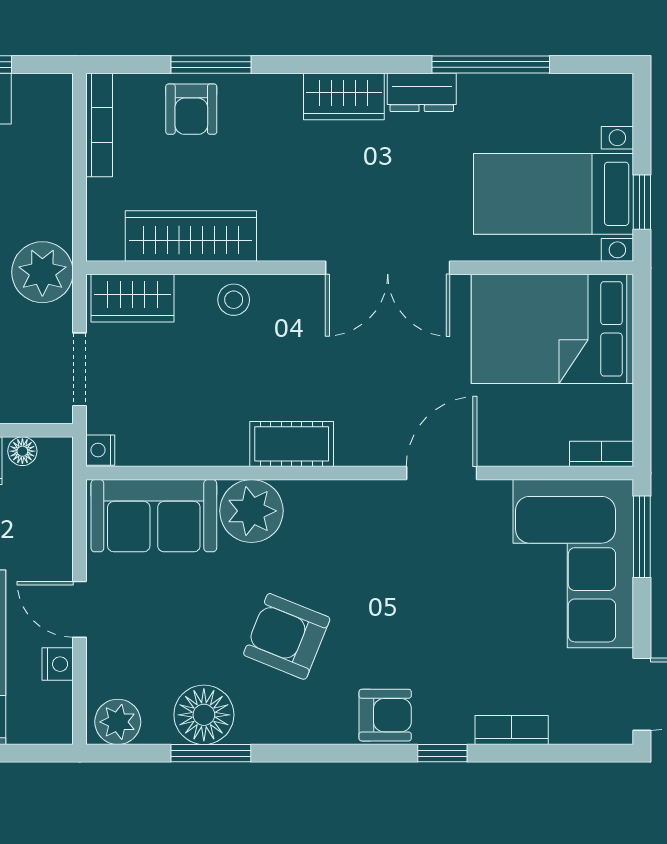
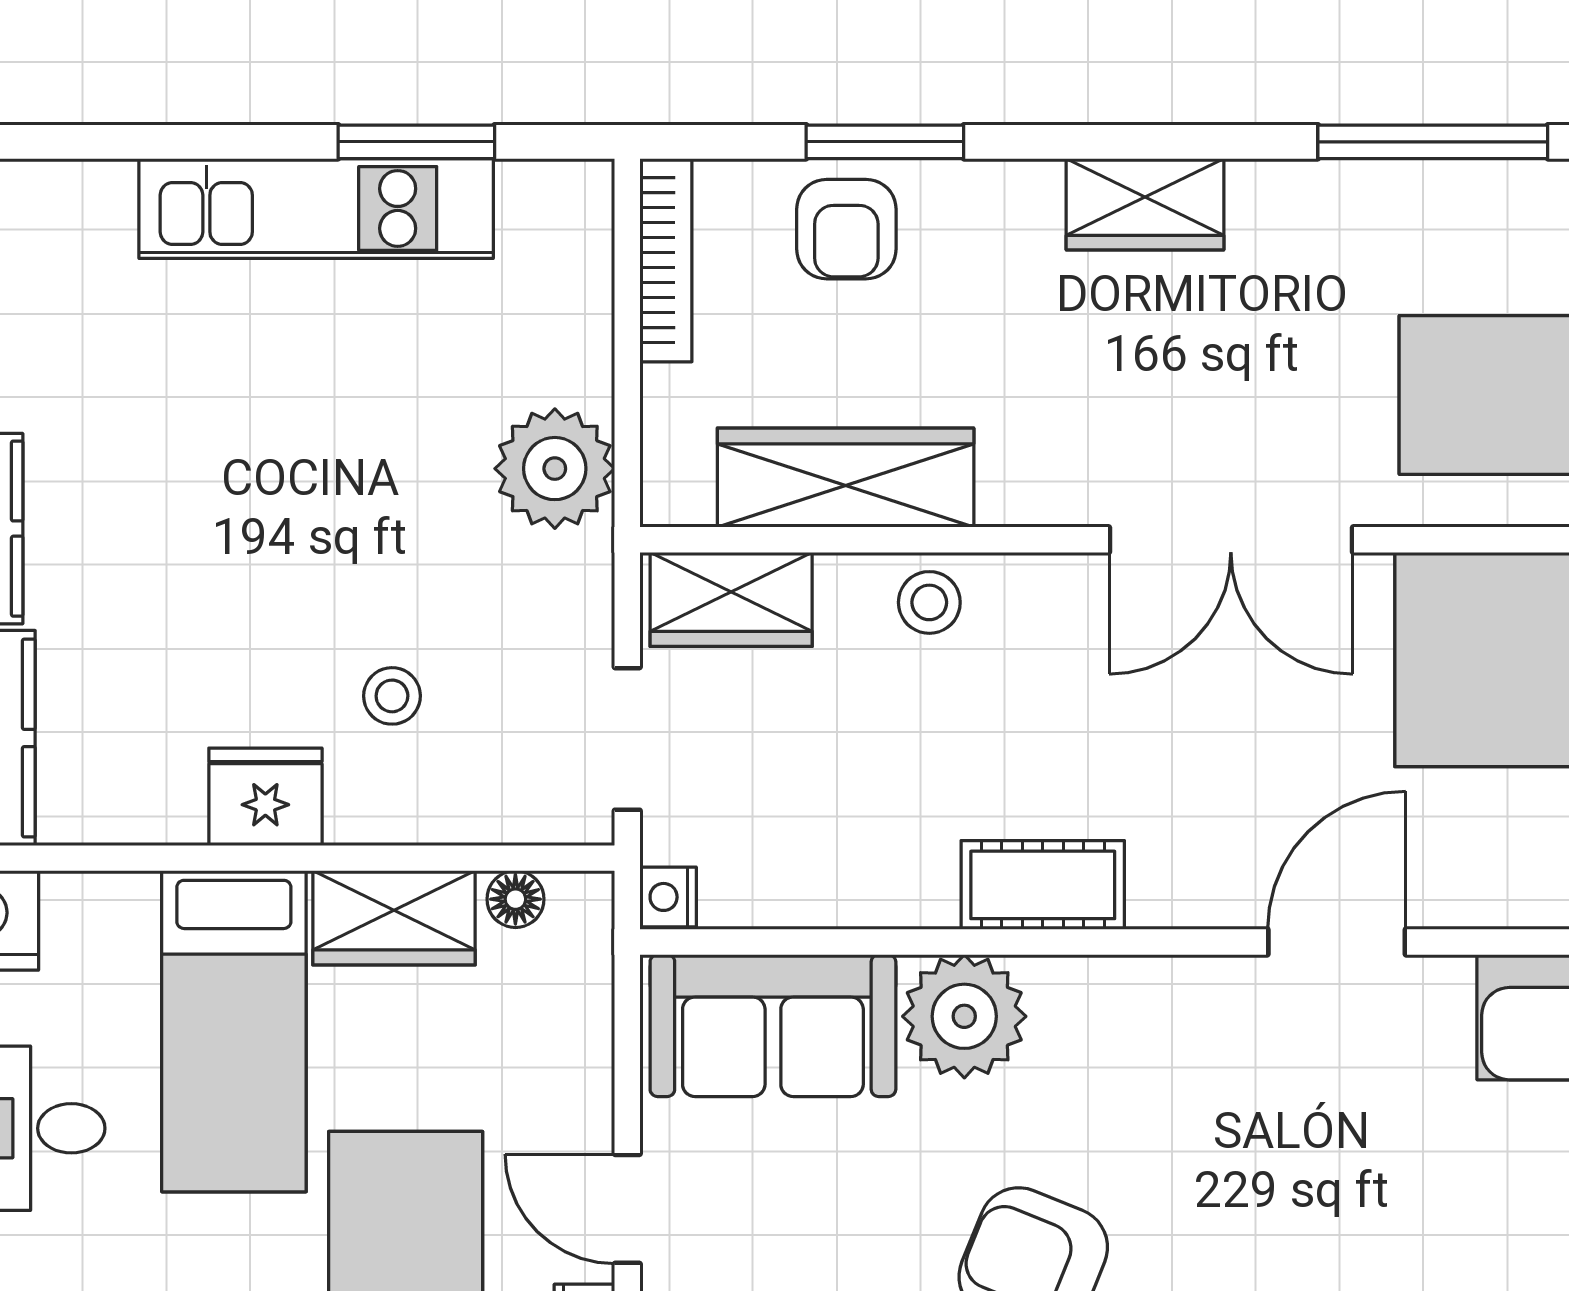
dresser: (422, 92) -> (1298, 196), removed
plant: (42, 272) -> (555, 469), moved

